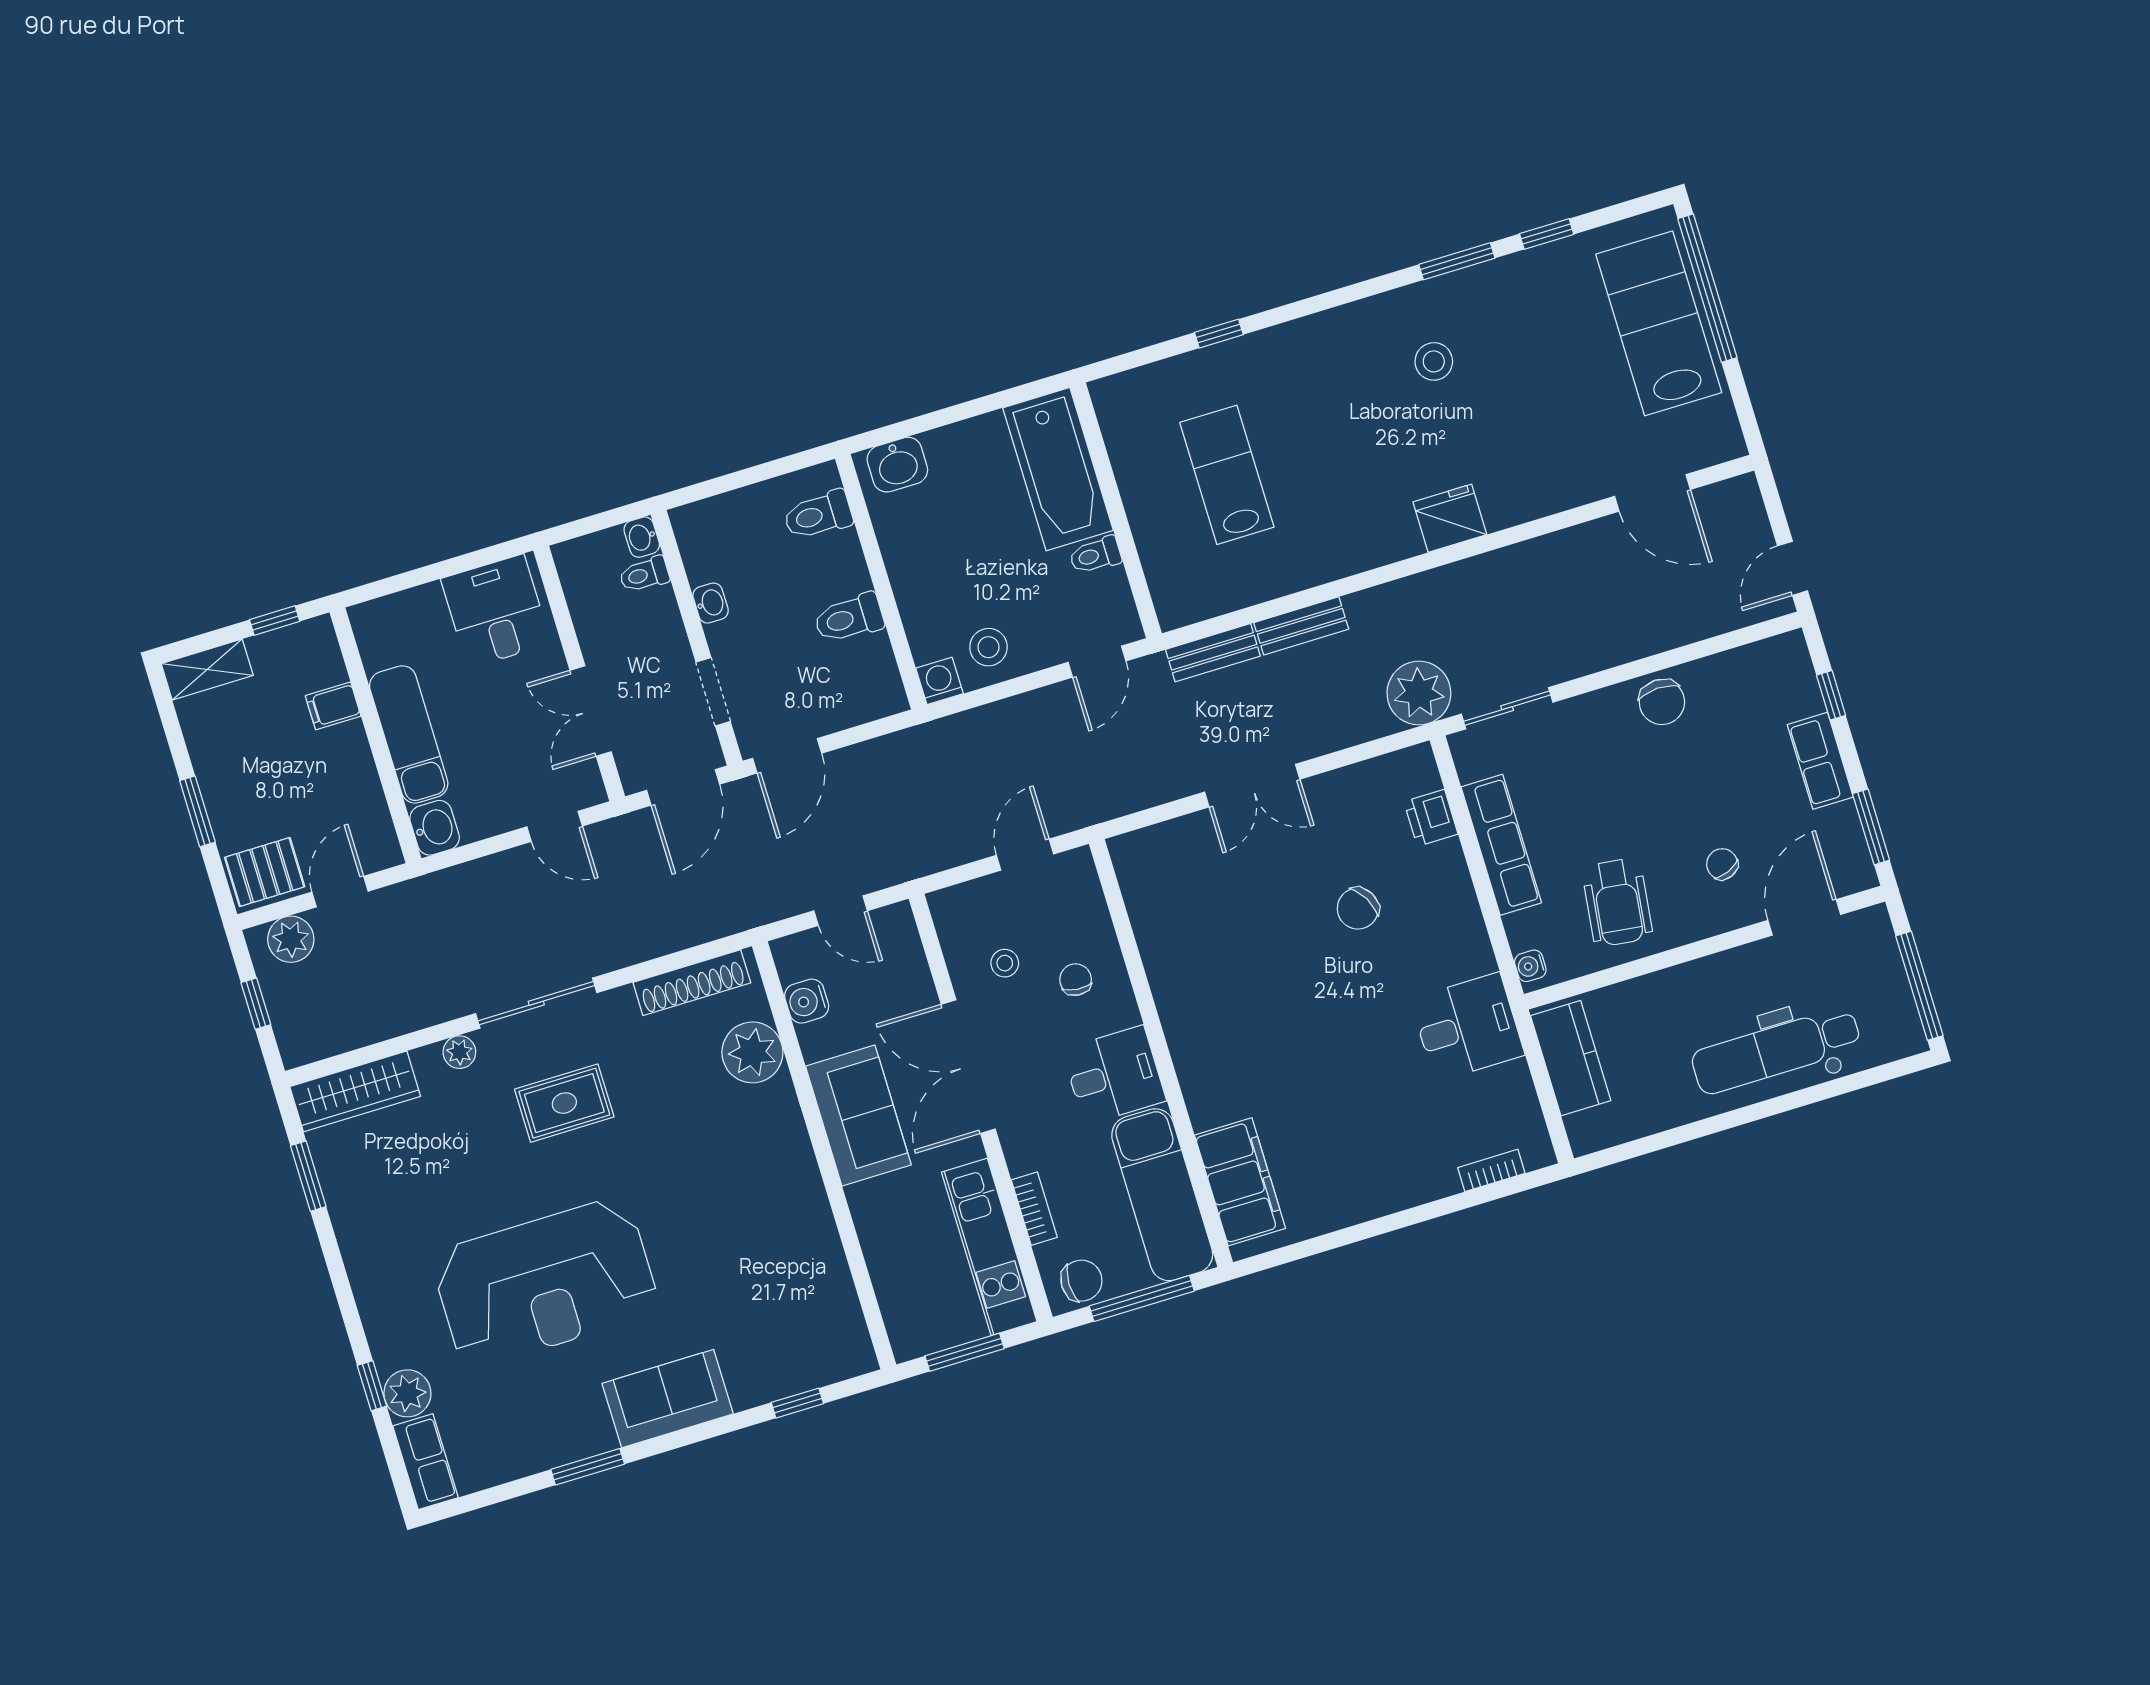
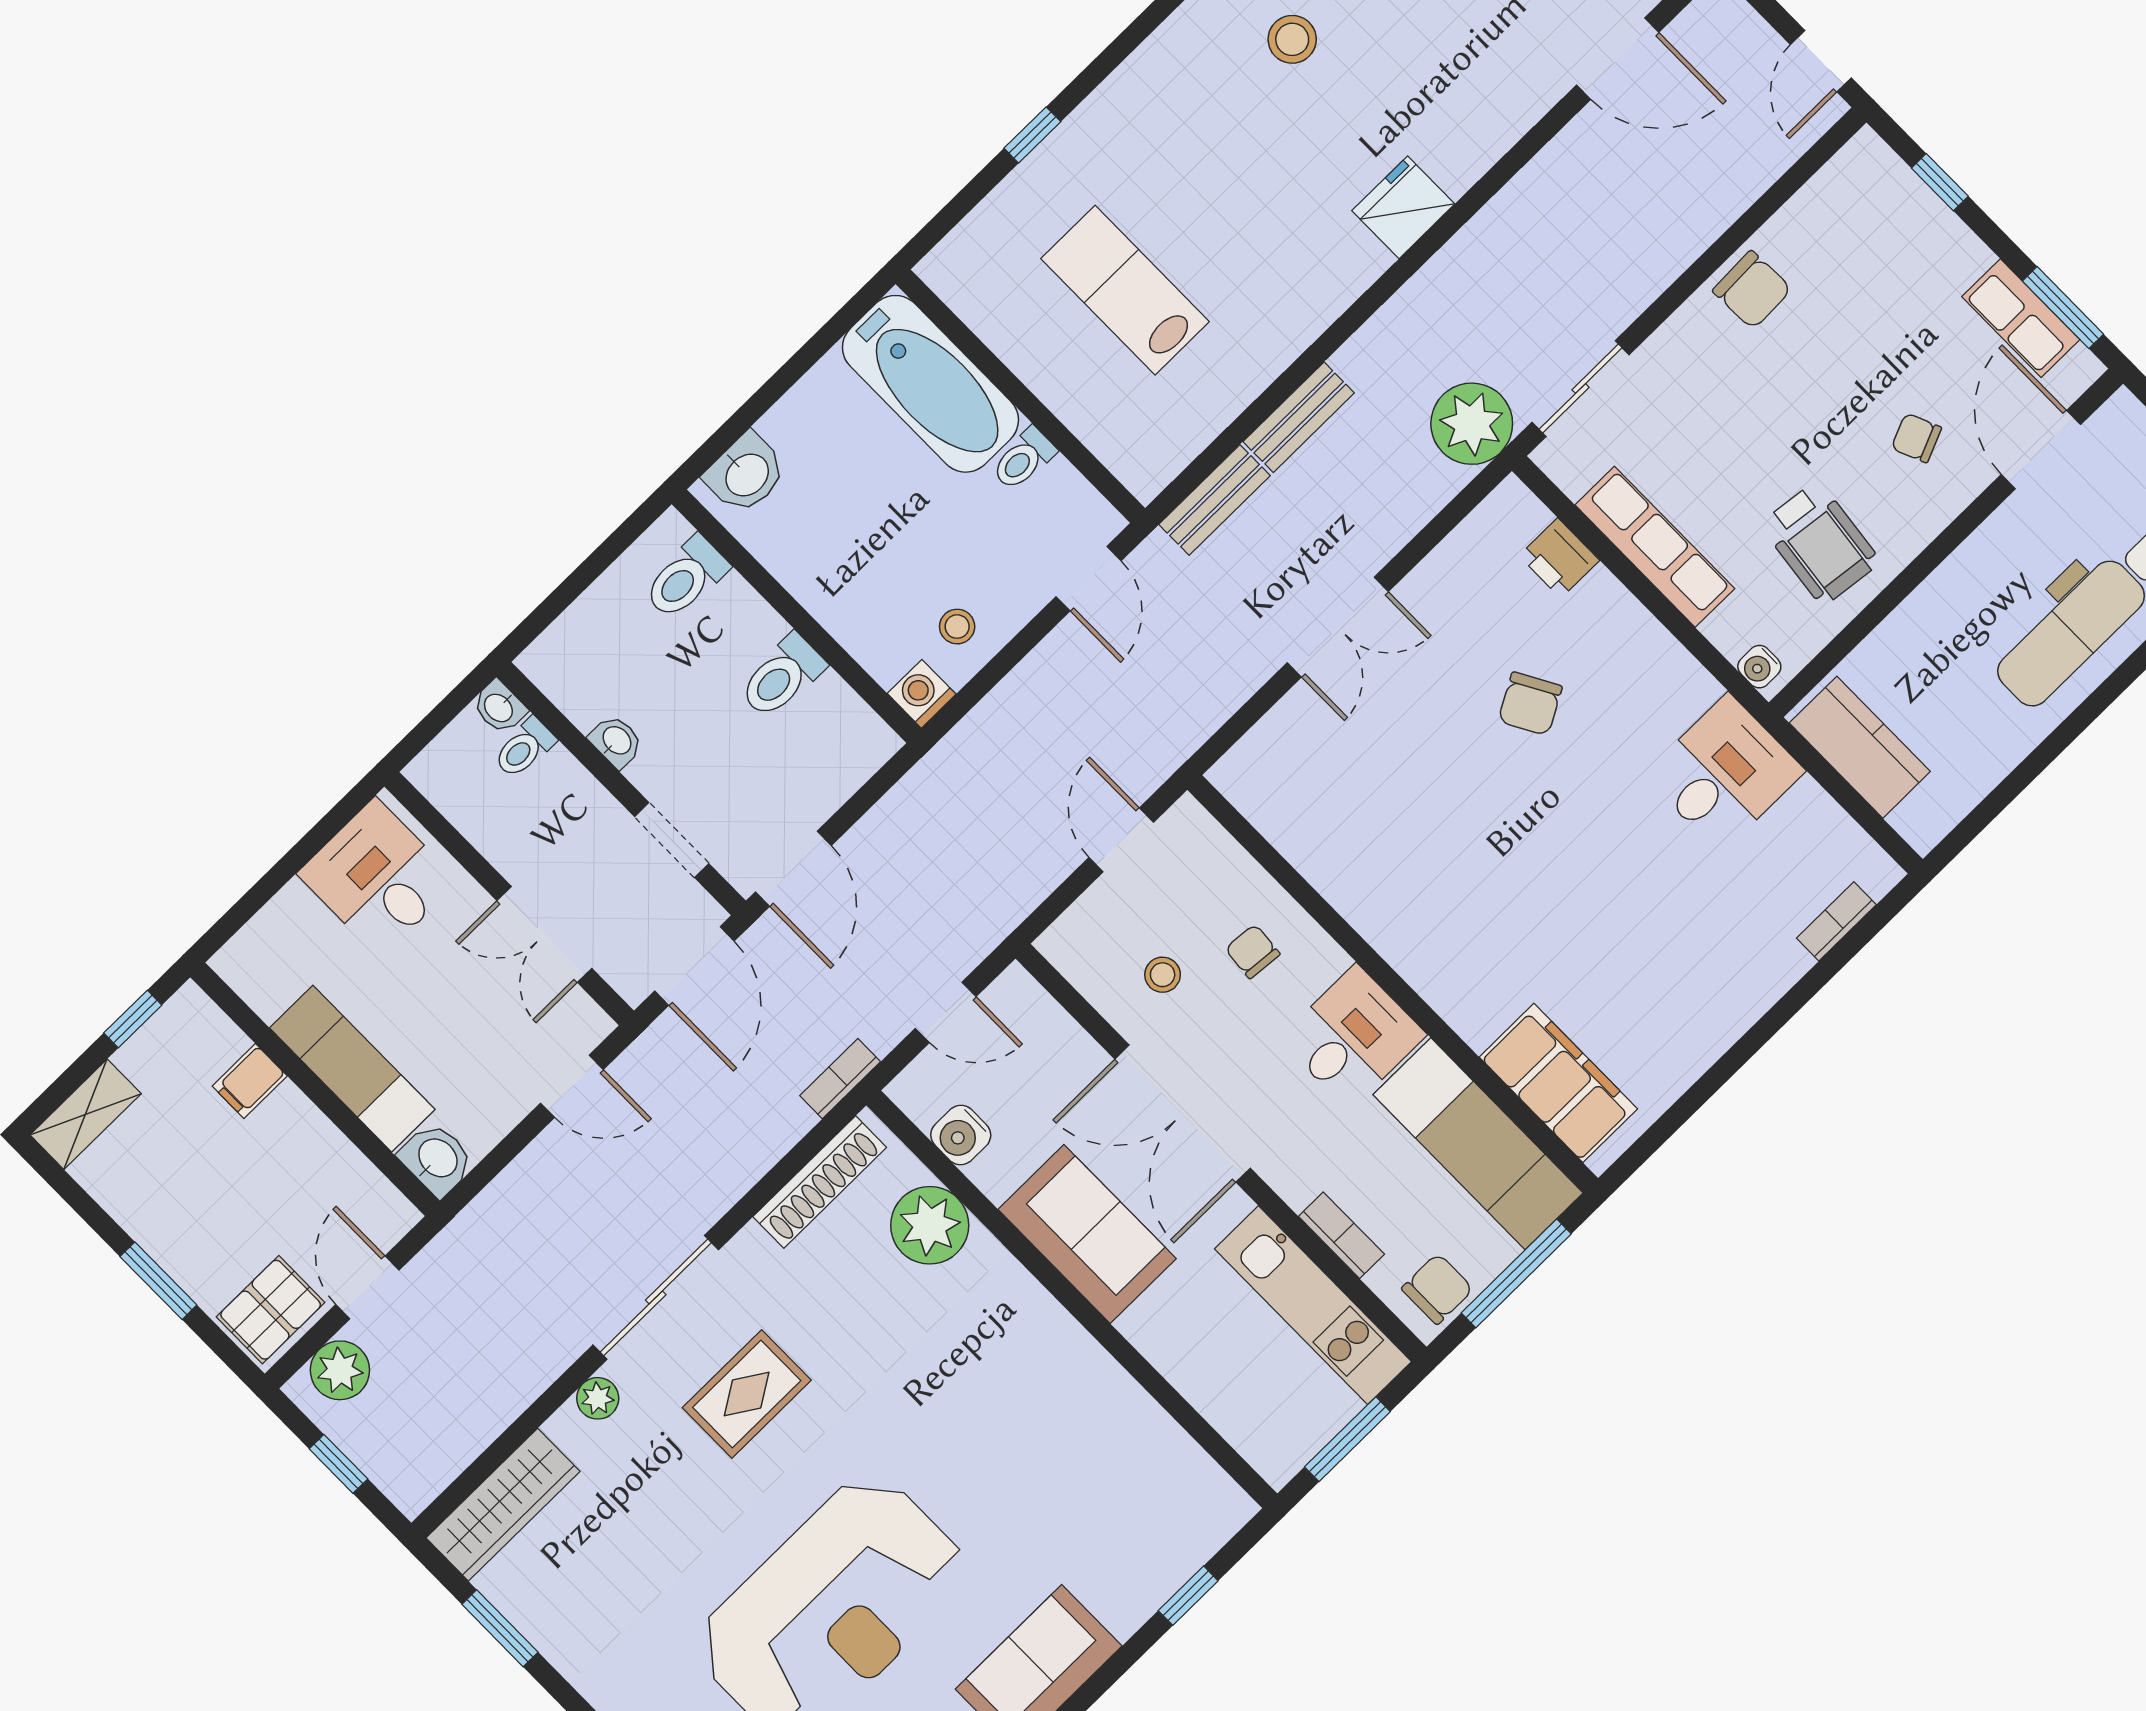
stool: (988, 647) -> (957, 627), width x0.73, depth x0.73
row of seats: (1820, 761) -> (2021, 318), moved
bookcase: (743, 918) -> (840, 1079), added

